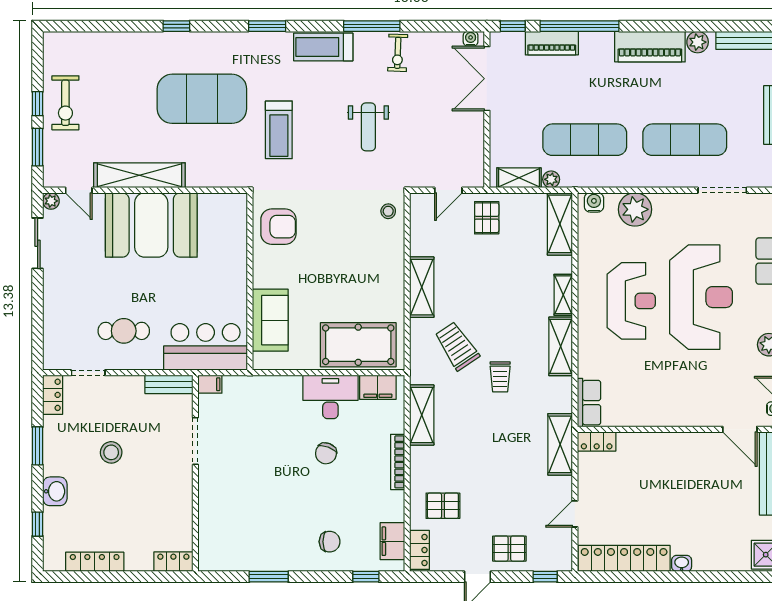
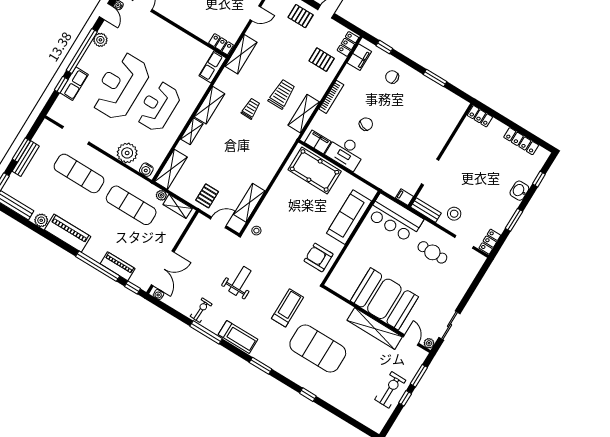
shelving: (422, 287) -> (249, 203), moved
sofa: (270, 320) -> (349, 217), width x1.36
trolley: (457, 346) -> (282, 94), moved, turned -146
stool: (111, 452) -> (454, 214), moved

